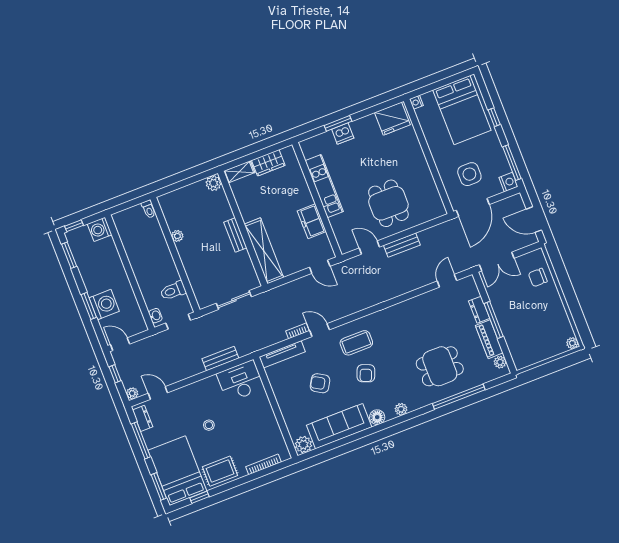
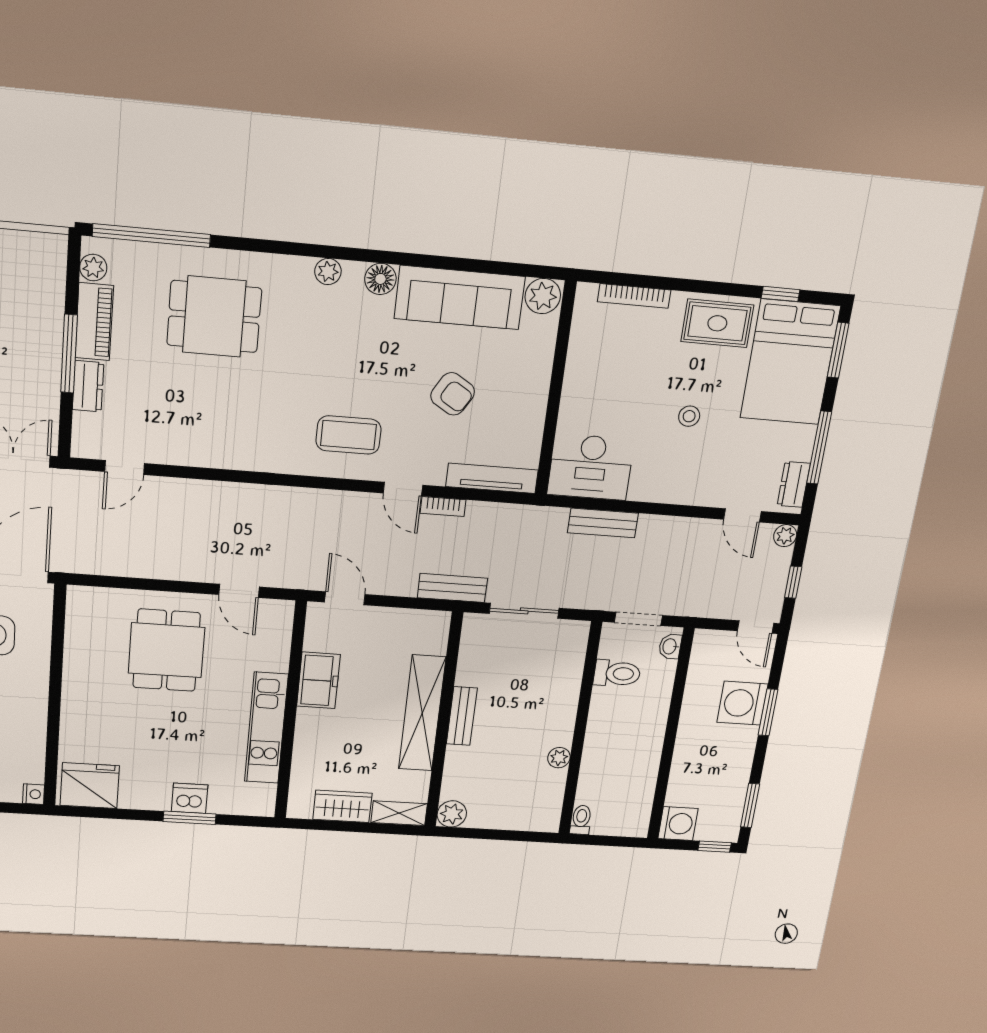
bench: (402, 245) -> (452, 588), moved
shelving: (264, 251) -> (422, 713), moved
armchair: (366, 373) -> (359, 371), removed
window: (459, 397) -> (151, 236), moved

